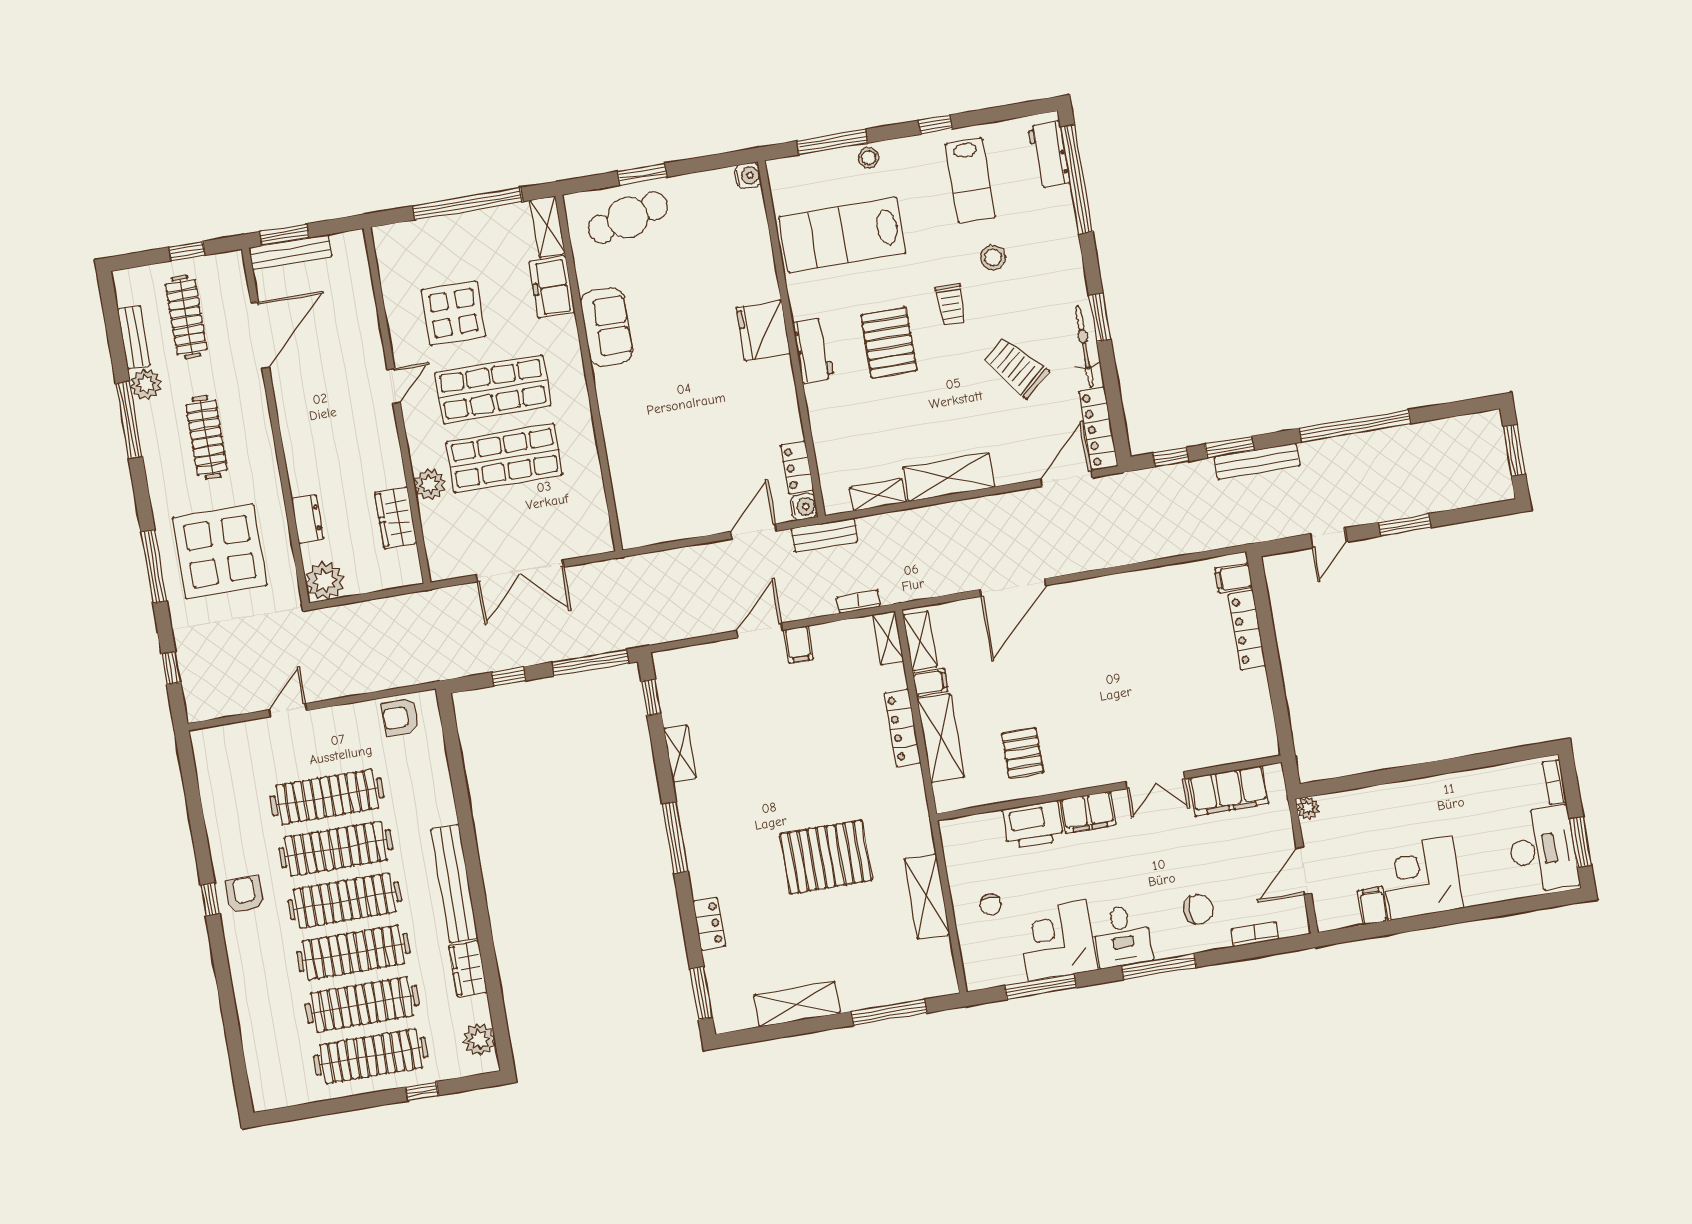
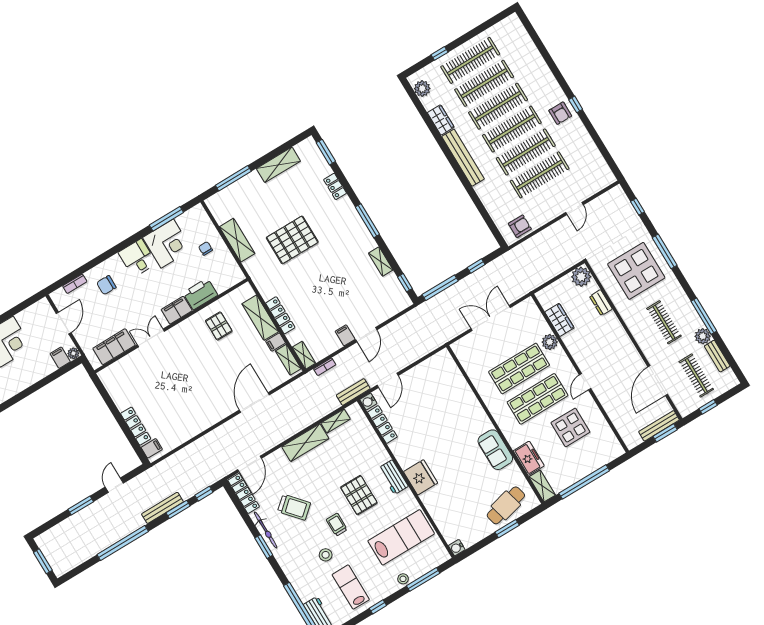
locker: (797, 468) -> (382, 425), width x1.53
filing cabinet: (1373, 906) -> (60, 358), moved, turned 180
window: (1159, 967) -> (114, 250), removed

